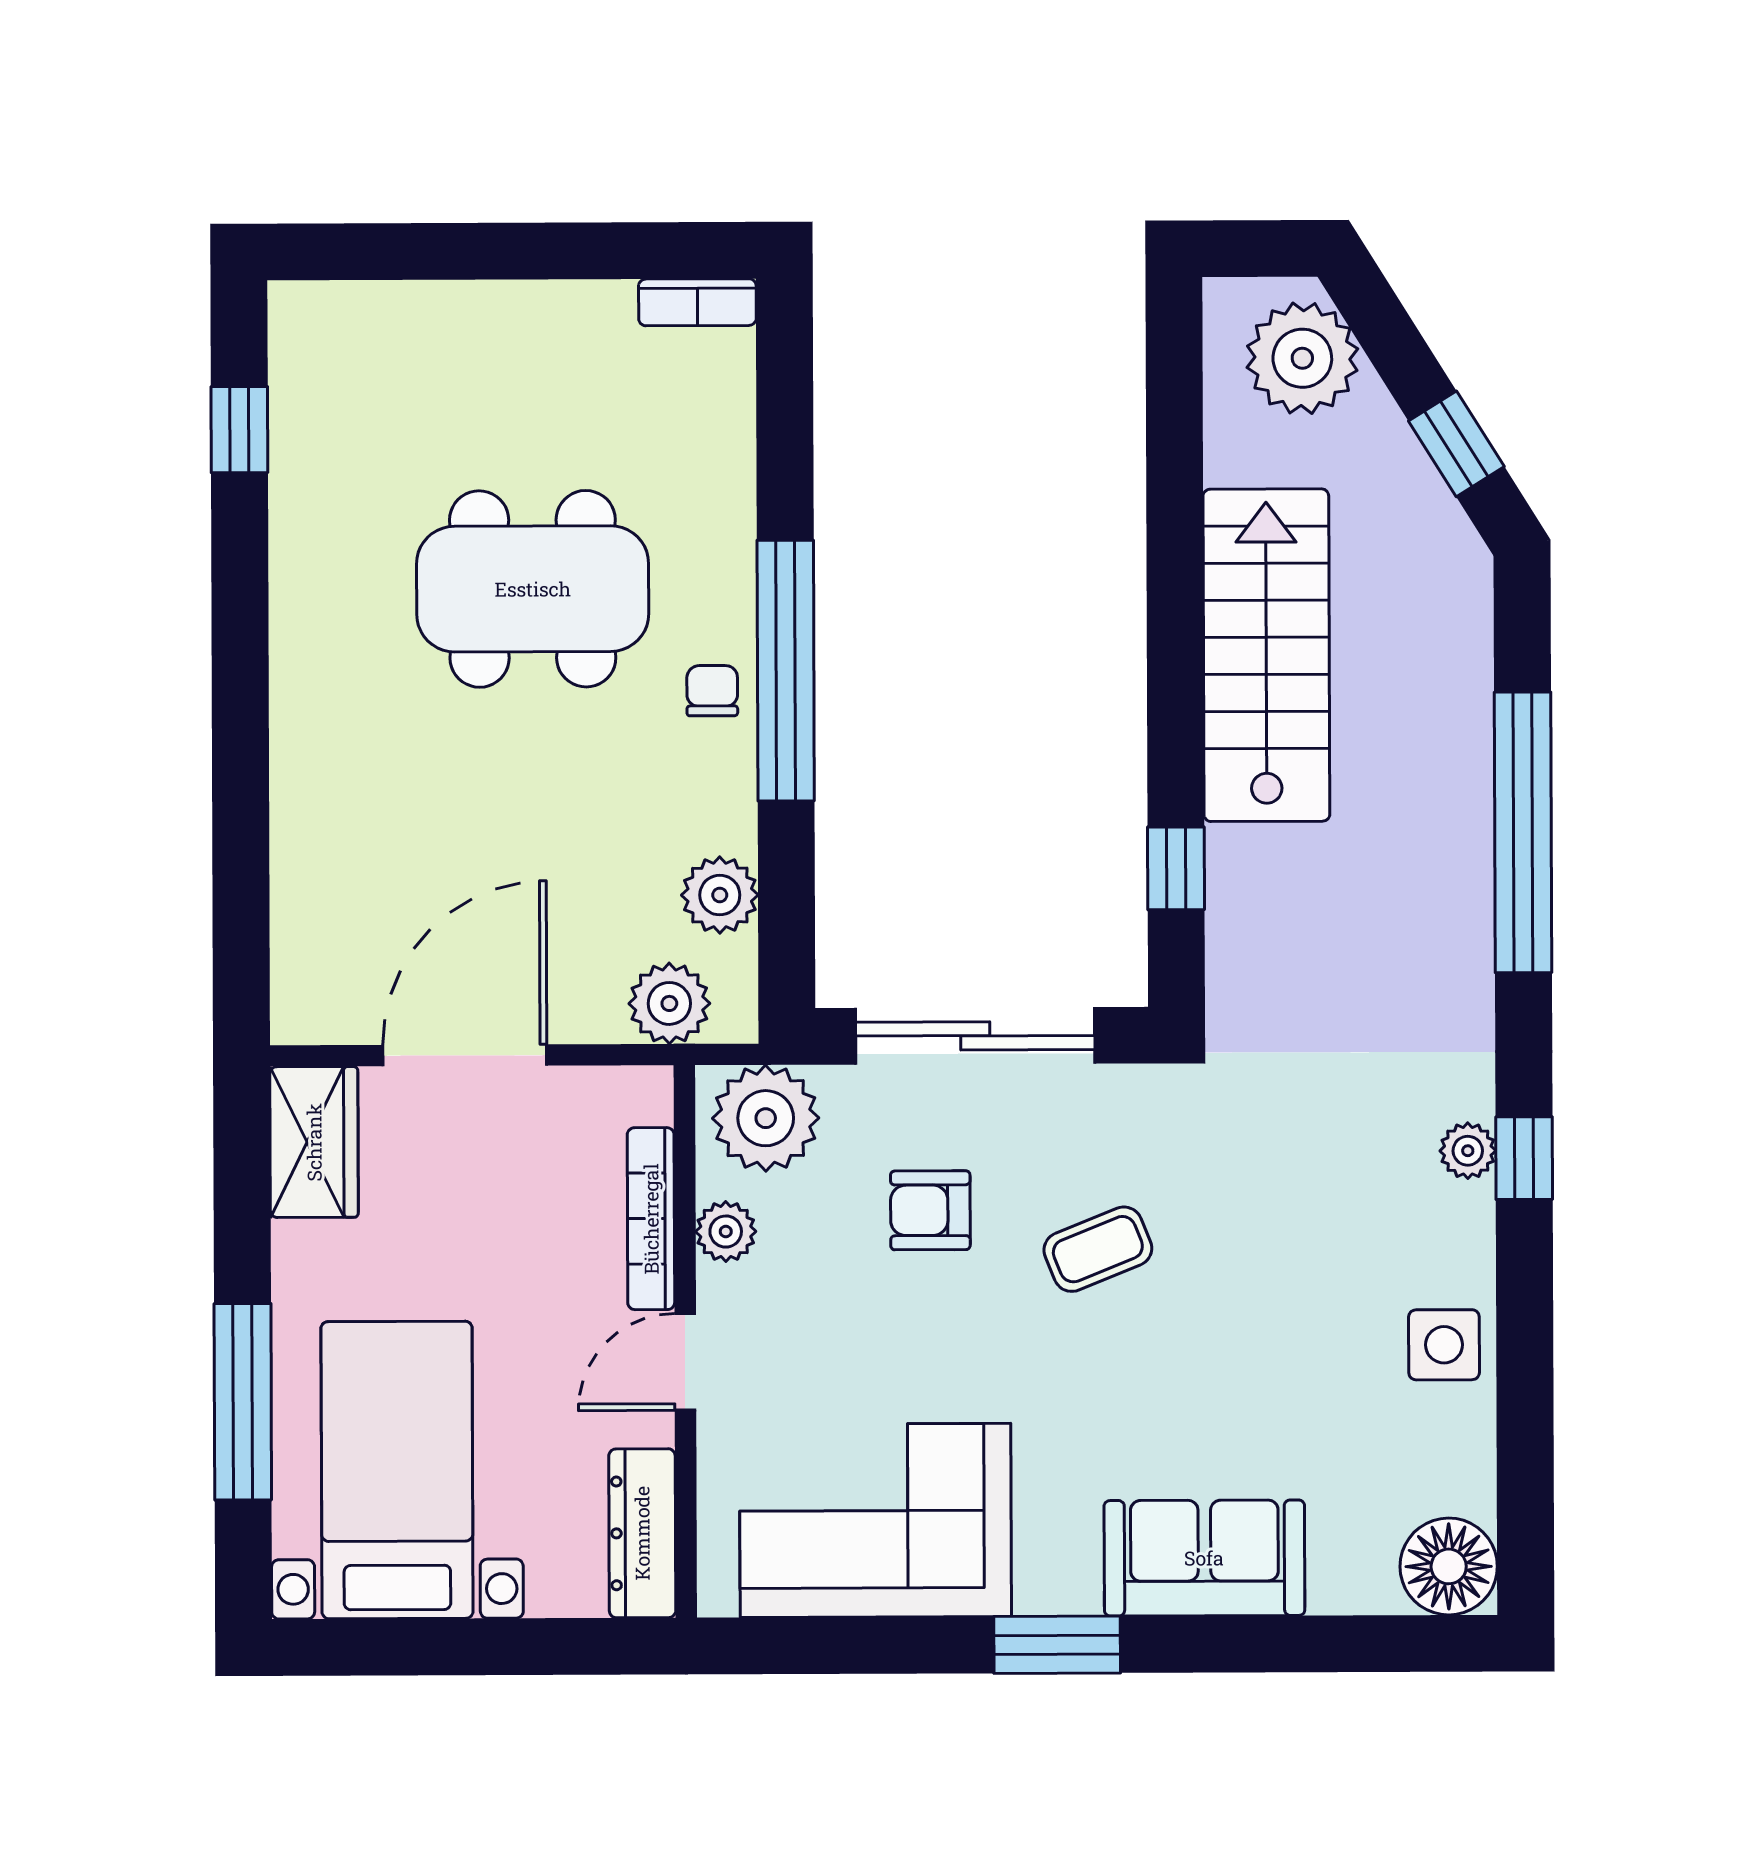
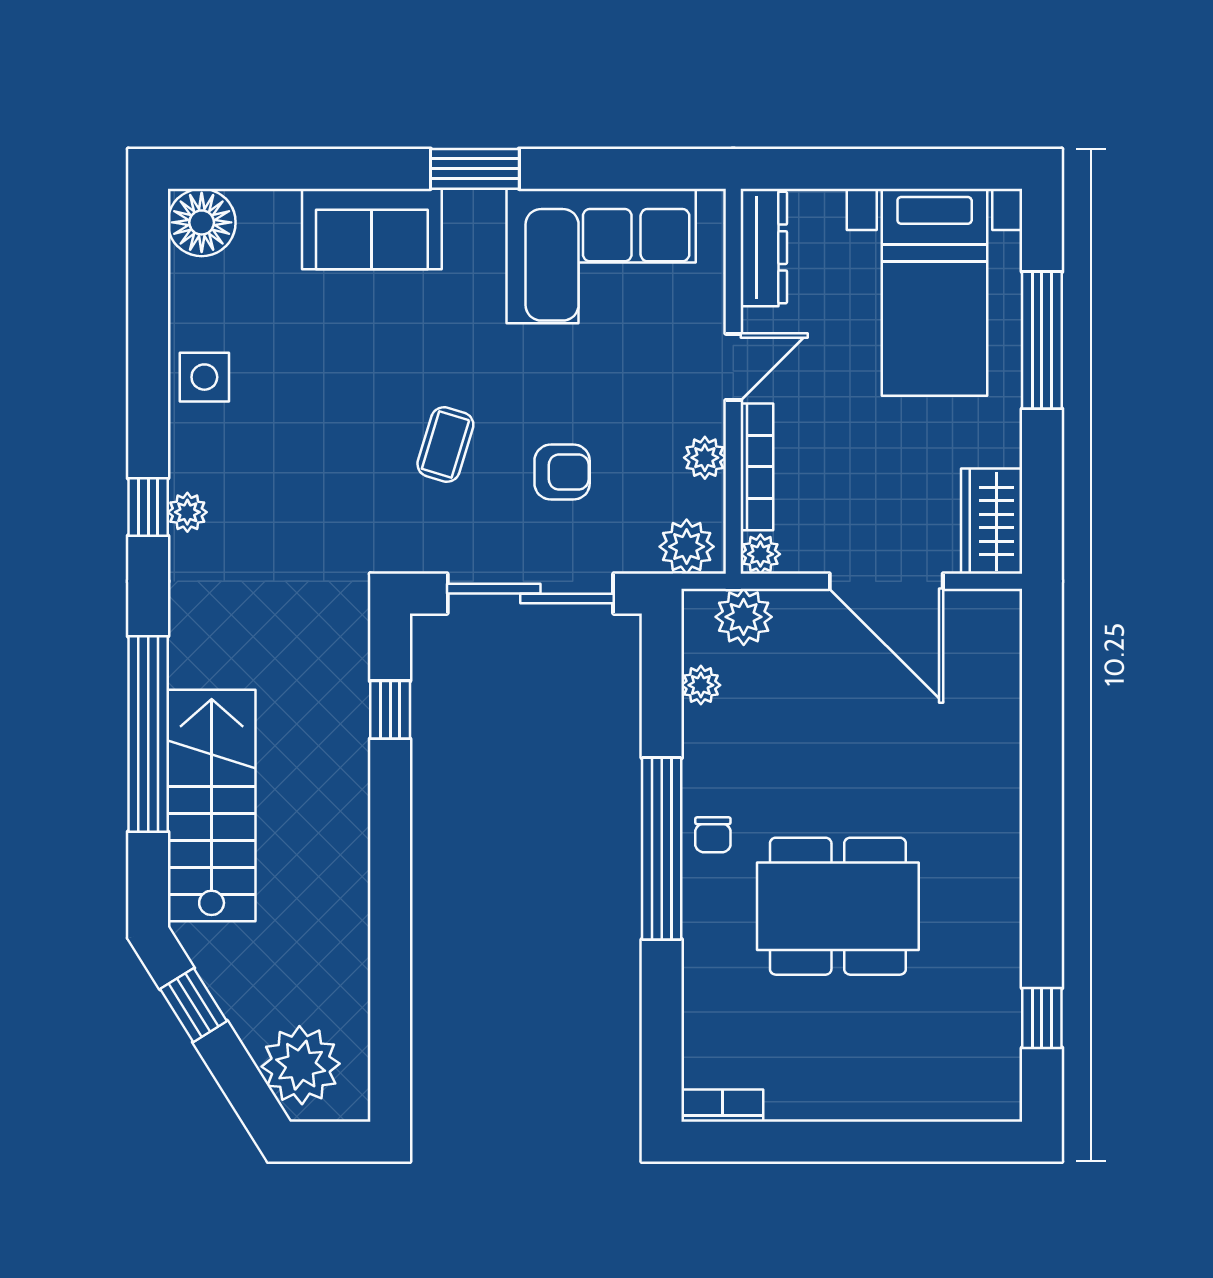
stairs: (1266, 655) -> (212, 805), moved, turned 180
plant: (720, 895) -> (701, 685), width x0.73, depth x0.73
door: (465, 1055) -> (886, 581), hinge flipped
plant: (646, 1094) -> (760, 554), added
plant: (766, 1118) -> (687, 547), width x0.73, depth x0.73
coffee table: (1098, 1249) -> (445, 444), turned -51

